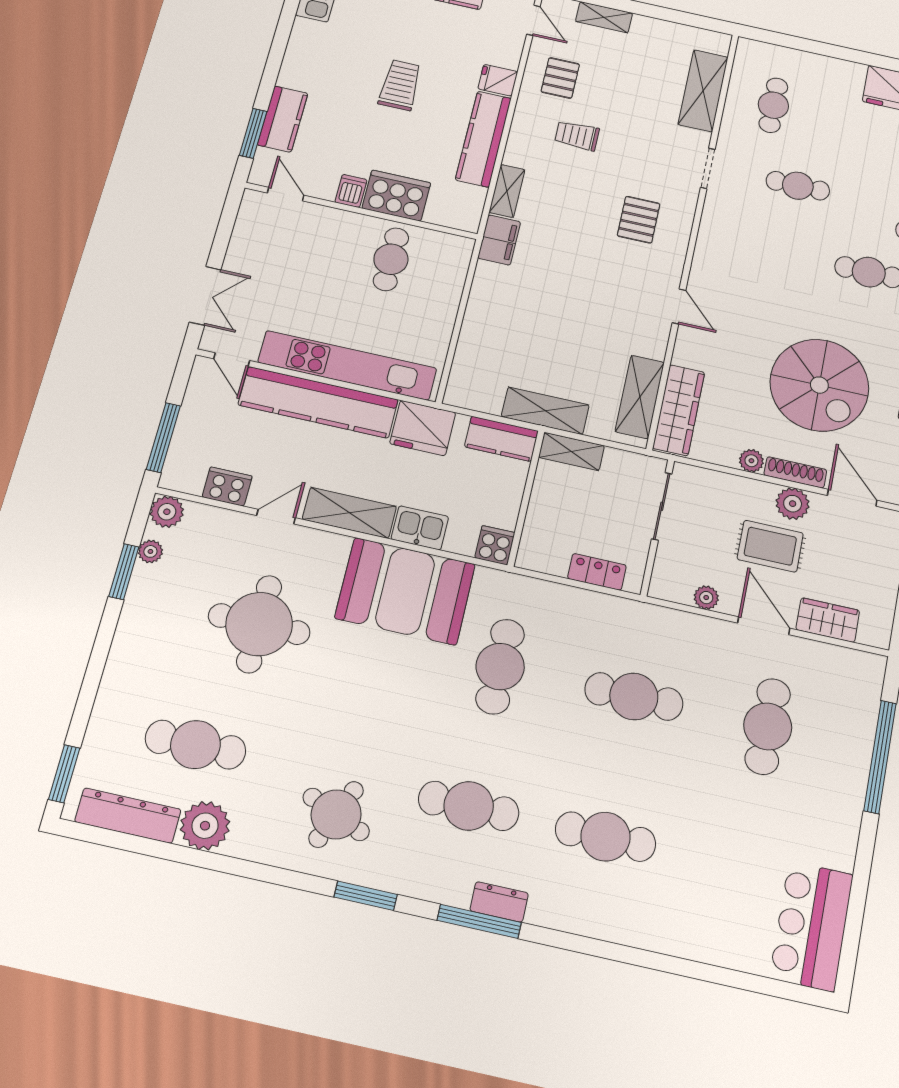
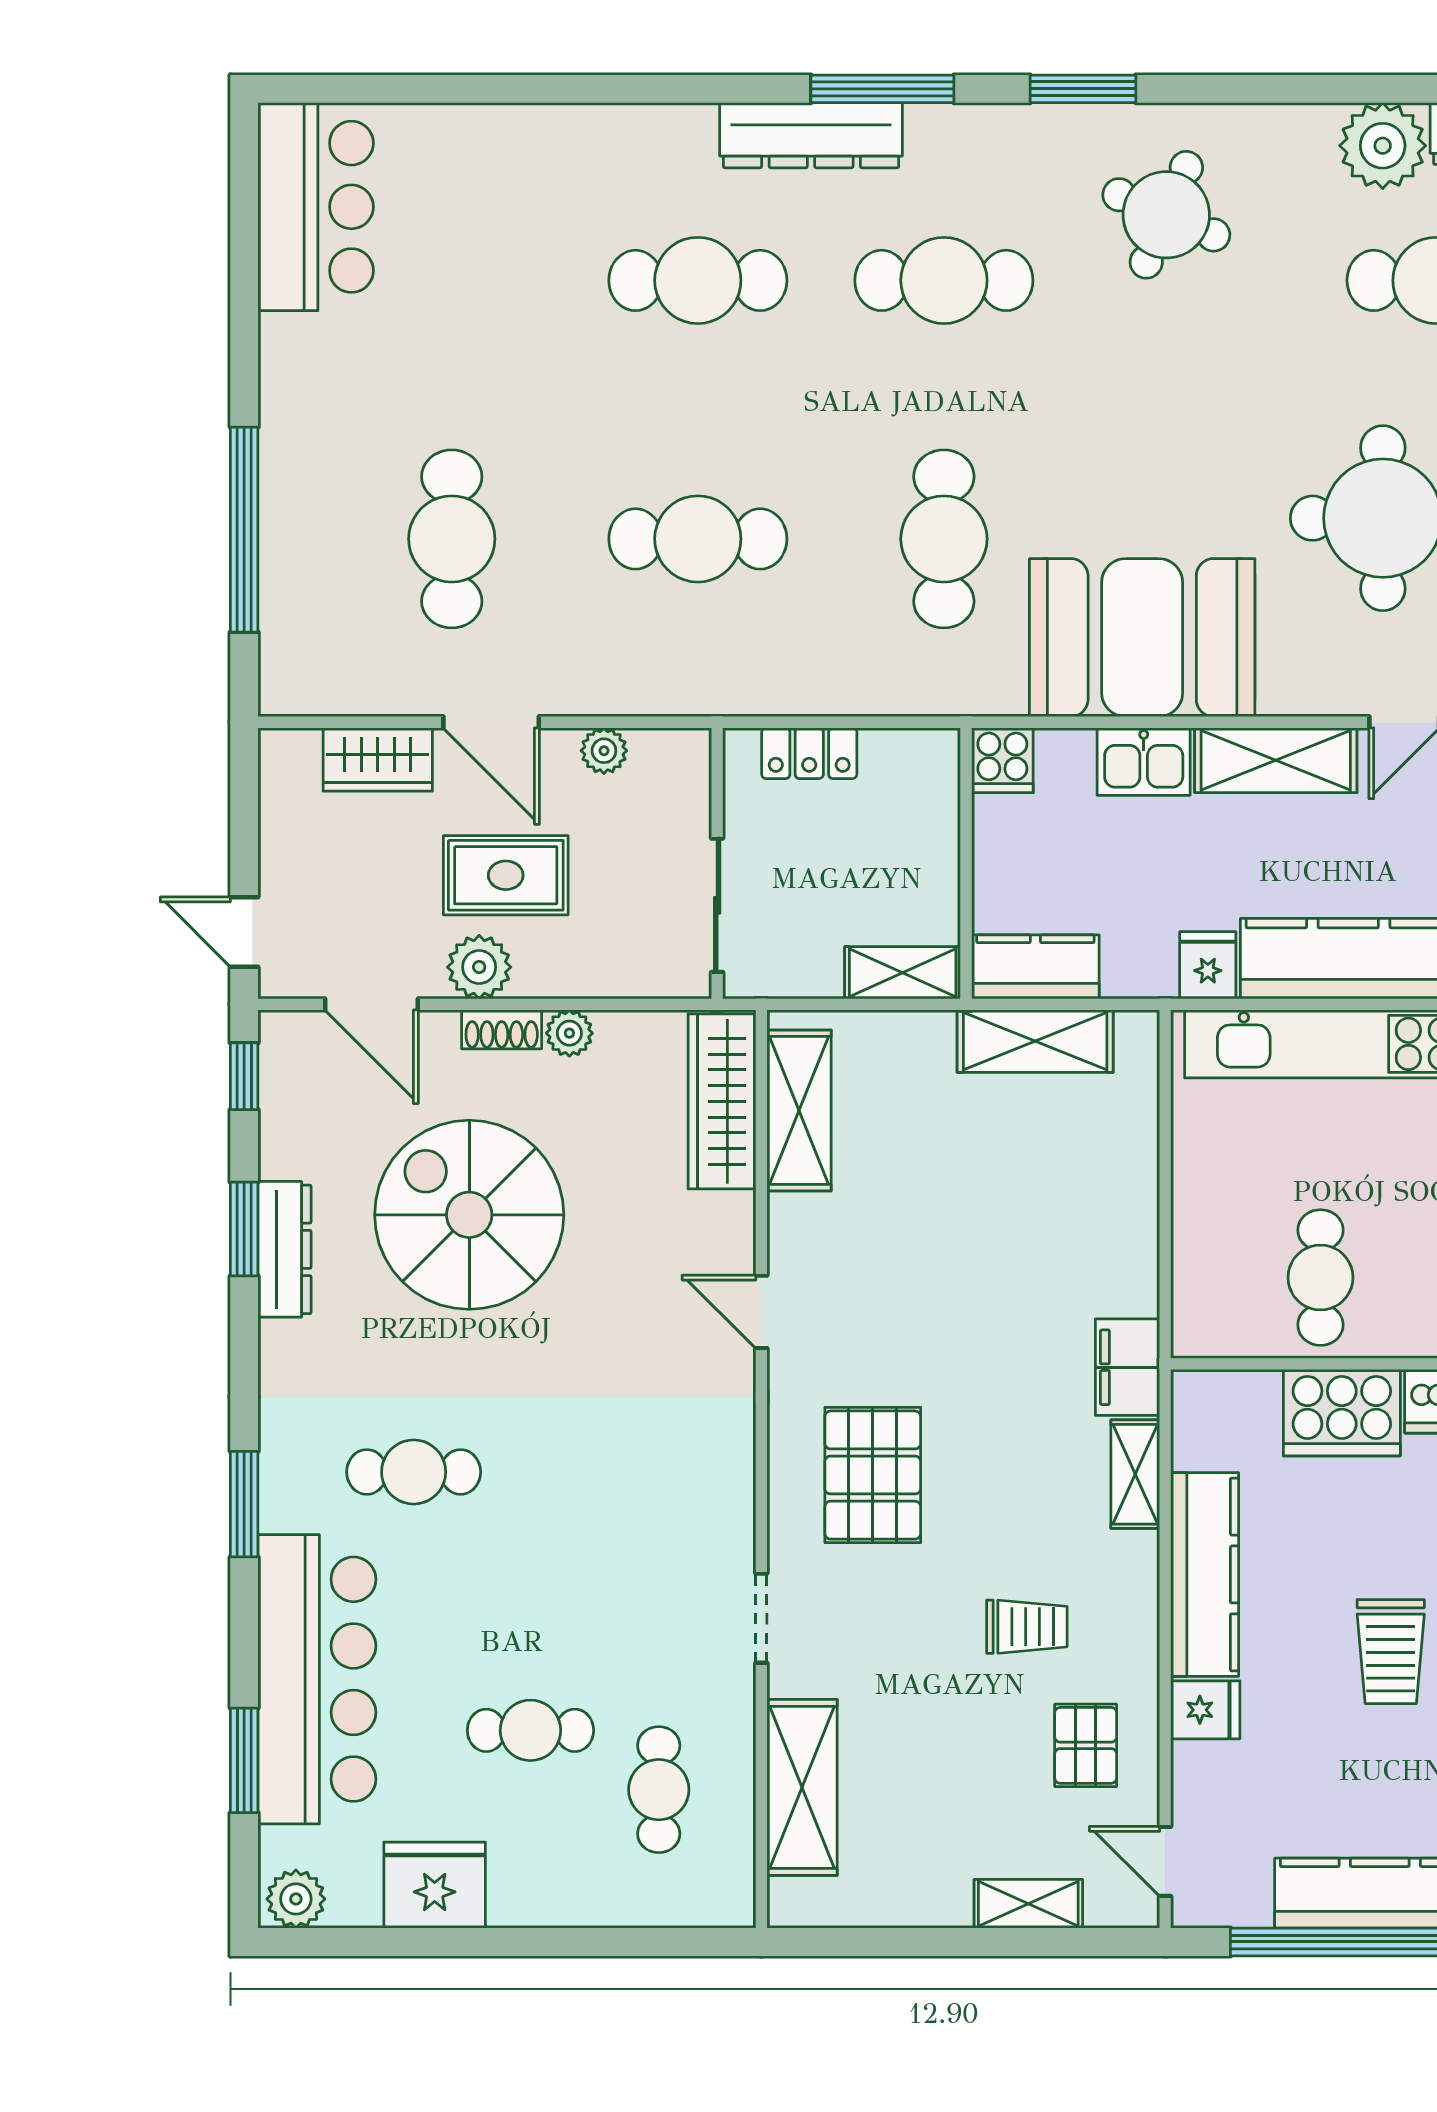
cafe table: (798, 186) -> (530, 1730), moved
pallet: (639, 220) -> (873, 1475), width x1.50, depth x1.42
shelving: (545, 411) -> (1035, 1041), moved
fridge: (423, 428) -> (1208, 965), width x0.53, depth x0.75
shoe rack: (795, 472) -> (502, 1029), width x0.70
dresser: (499, 902) -> (811, 135), width x1.96, depth x1.24

